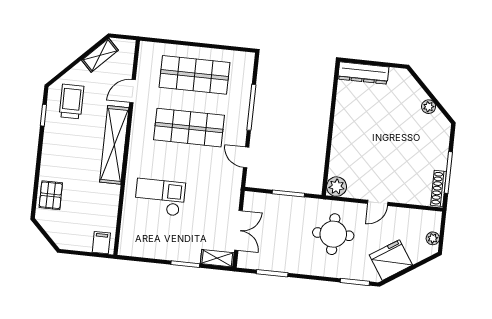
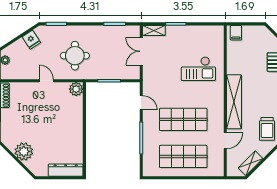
plant: (429, 107) -> (24, 151), width x1.88, depth x1.88
door: (378, 203) -> (46, 81), hinge flipped
fridge: (391, 260) -> (31, 40), width x0.53, depth x0.75

